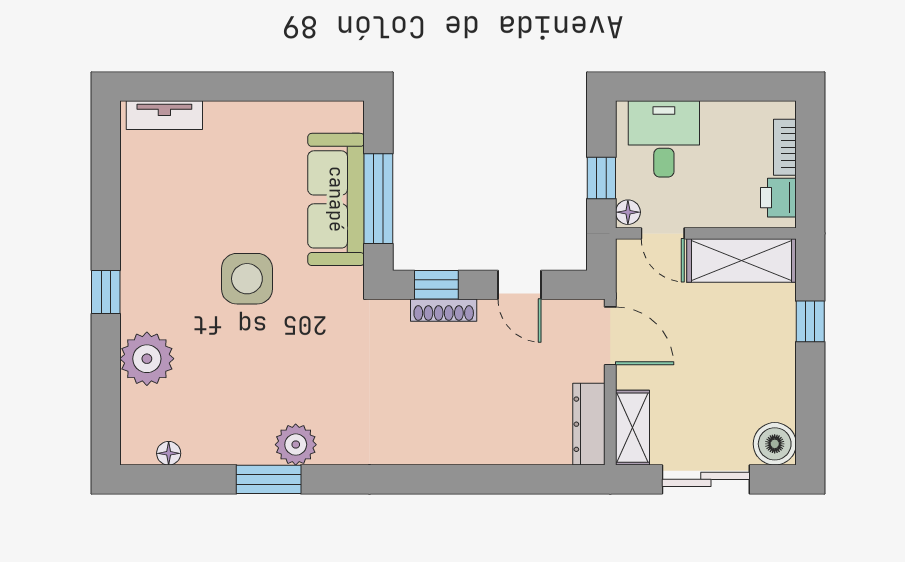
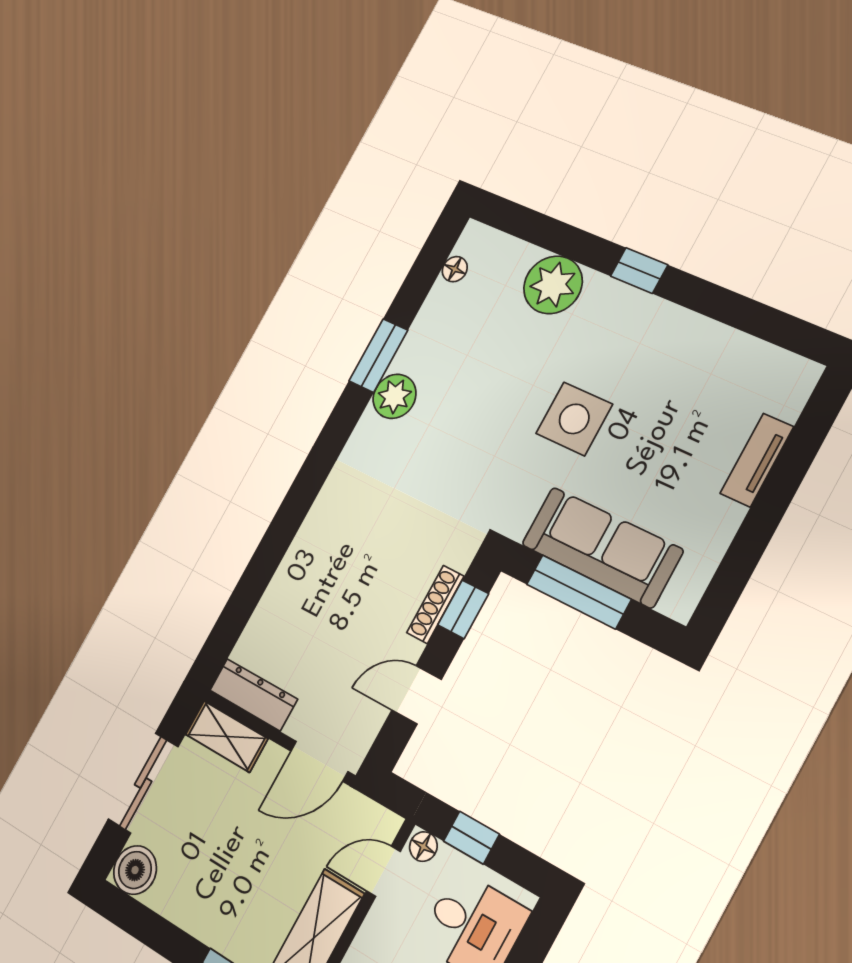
tv unit: (164, 115) -> (757, 460), moved

